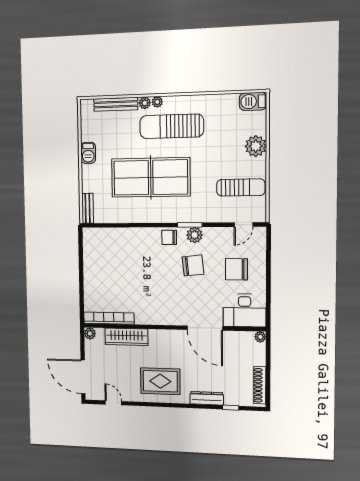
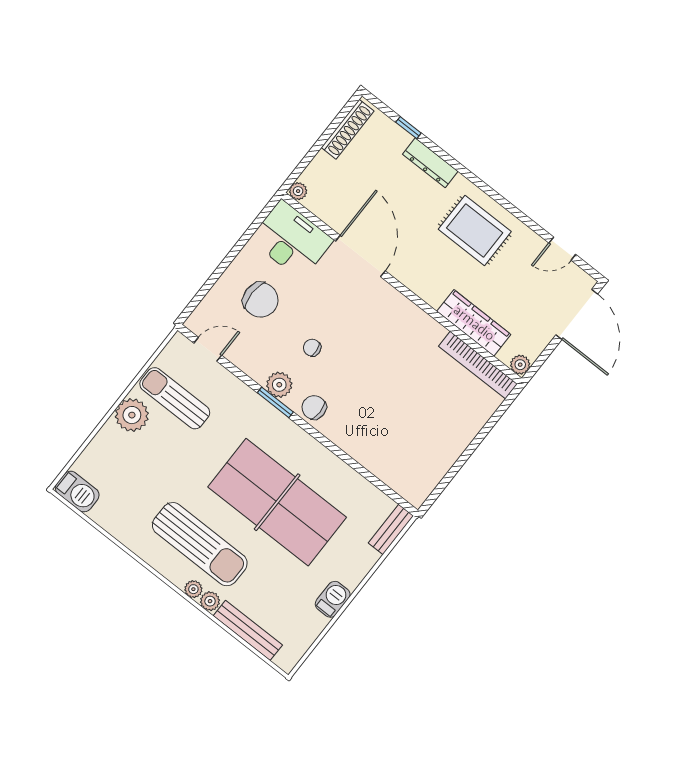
plant: (256, 146) -> (132, 415), moved
chair: (169, 237) -> (314, 407), turned 180
chair: (193, 266) -> (312, 348), width x0.54, depth x0.54
door: (113, 403) -> (562, 249), hinge flipped

